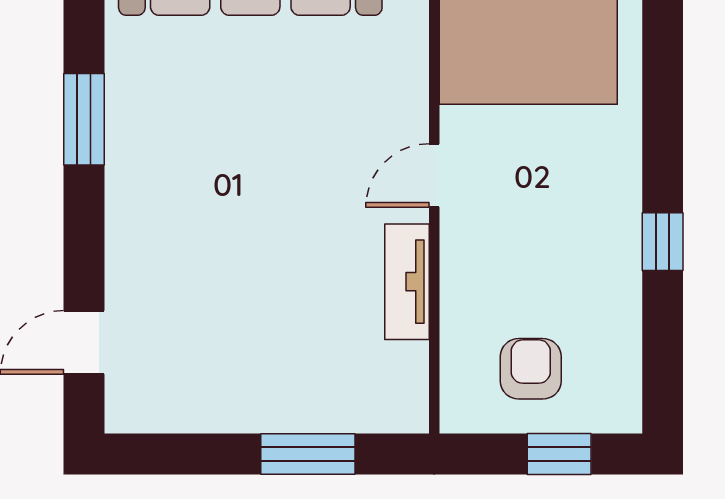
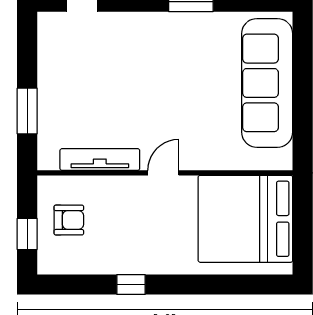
door: (434, 175) -> (163, 173), hinge flipped
tv unit: (407, 282) -> (100, 160), width x1.41

